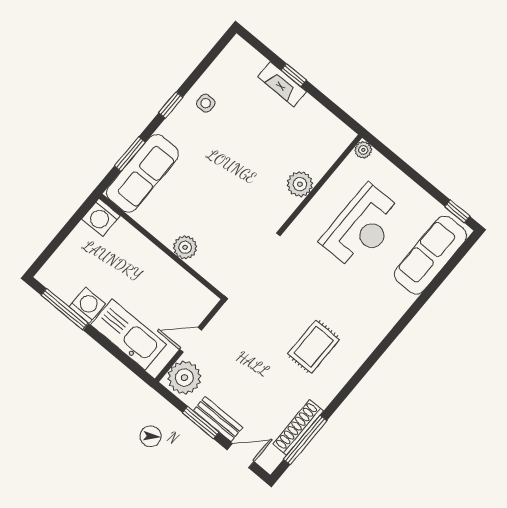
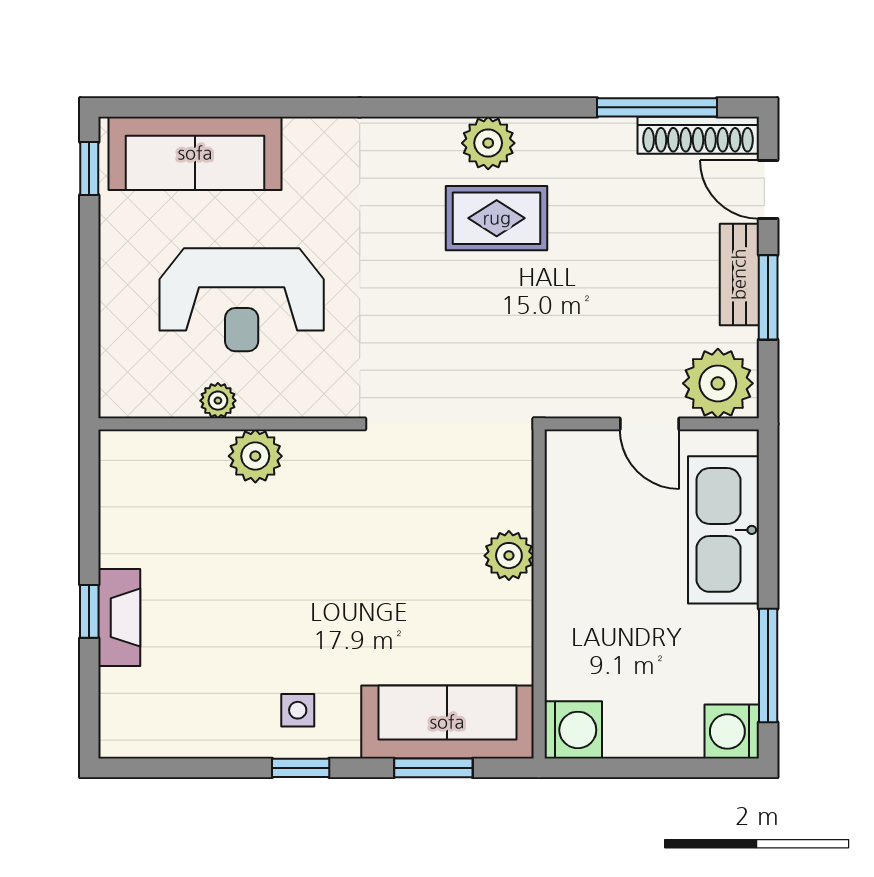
side table: (206, 103) -> (298, 710), moved
plant: (363, 150) -> (218, 401), moved
reception desk: (362, 227) -> (242, 300), turned 180
washing machine: (87, 305) -> (732, 732), moved
plant: (344, 367) -> (488, 143), added
shoe rack: (298, 427) -> (698, 135), moved

